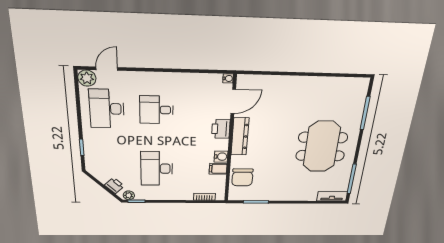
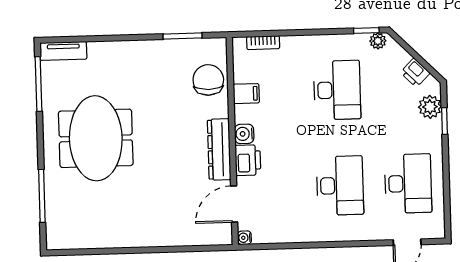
plant: (87, 78) -> (430, 107), moved
desk: (156, 110) -> (340, 186), width x1.37
water cooler: (221, 157) -> (244, 134), moved
printer: (114, 186) -> (415, 73), moved

